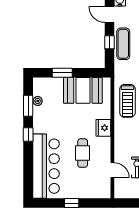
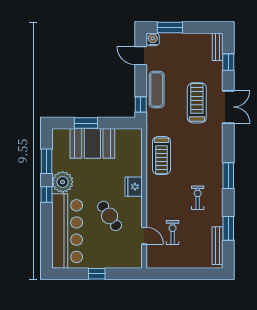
window: (110, 42) -> (141, 104), moved
booth: (83, 90) -> (92, 143), moved
plant: (38, 101) -> (63, 182), moved, width x1.87, depth x1.87
cafe table: (83, 153) -> (110, 216), turned -34

